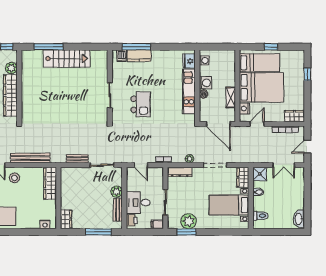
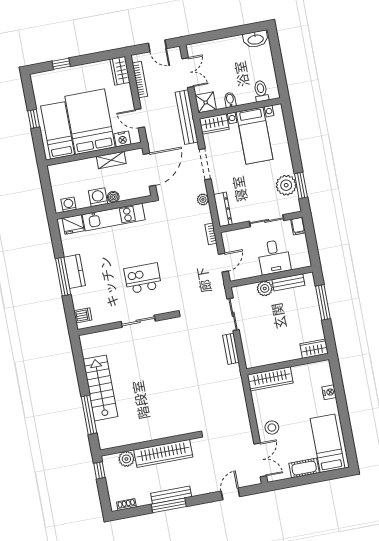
window: (136, 47) -> (63, 277), moved
kitchen counter: (139, 56) -> (75, 271), moved
bench: (30, 158) -> (187, 117), moved
printer: (132, 220) -> (299, 261), removed
nightstand: (45, 224) -> (329, 392), moved

